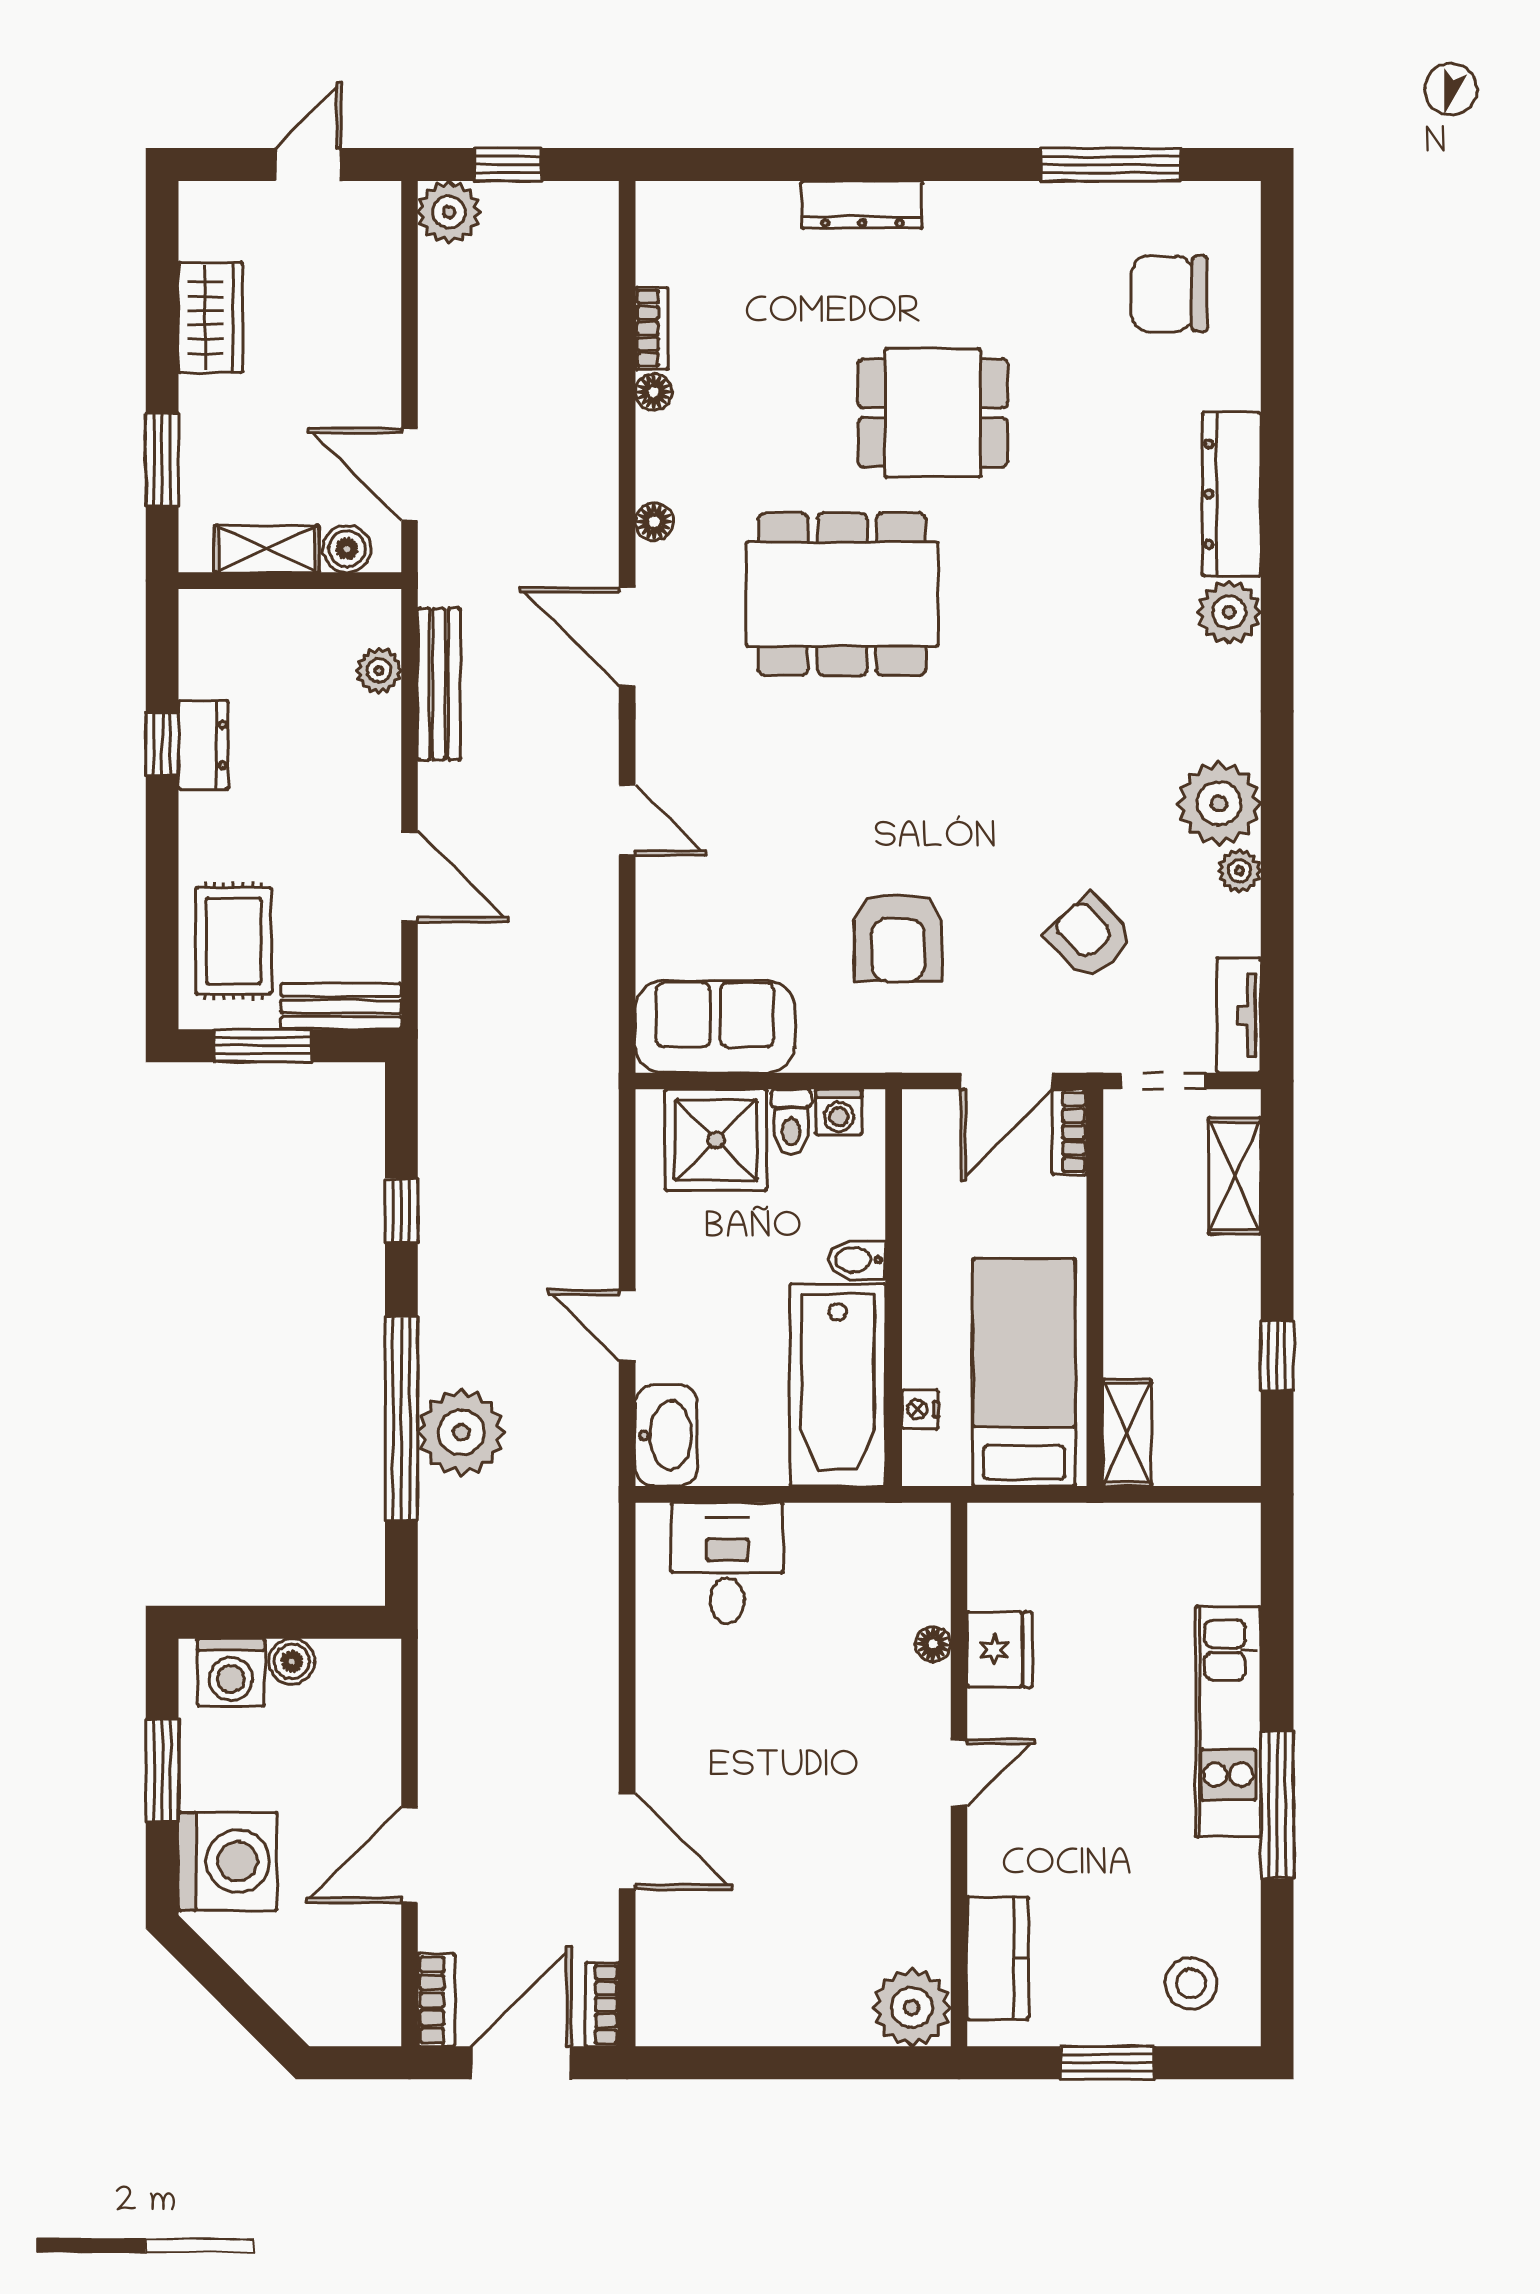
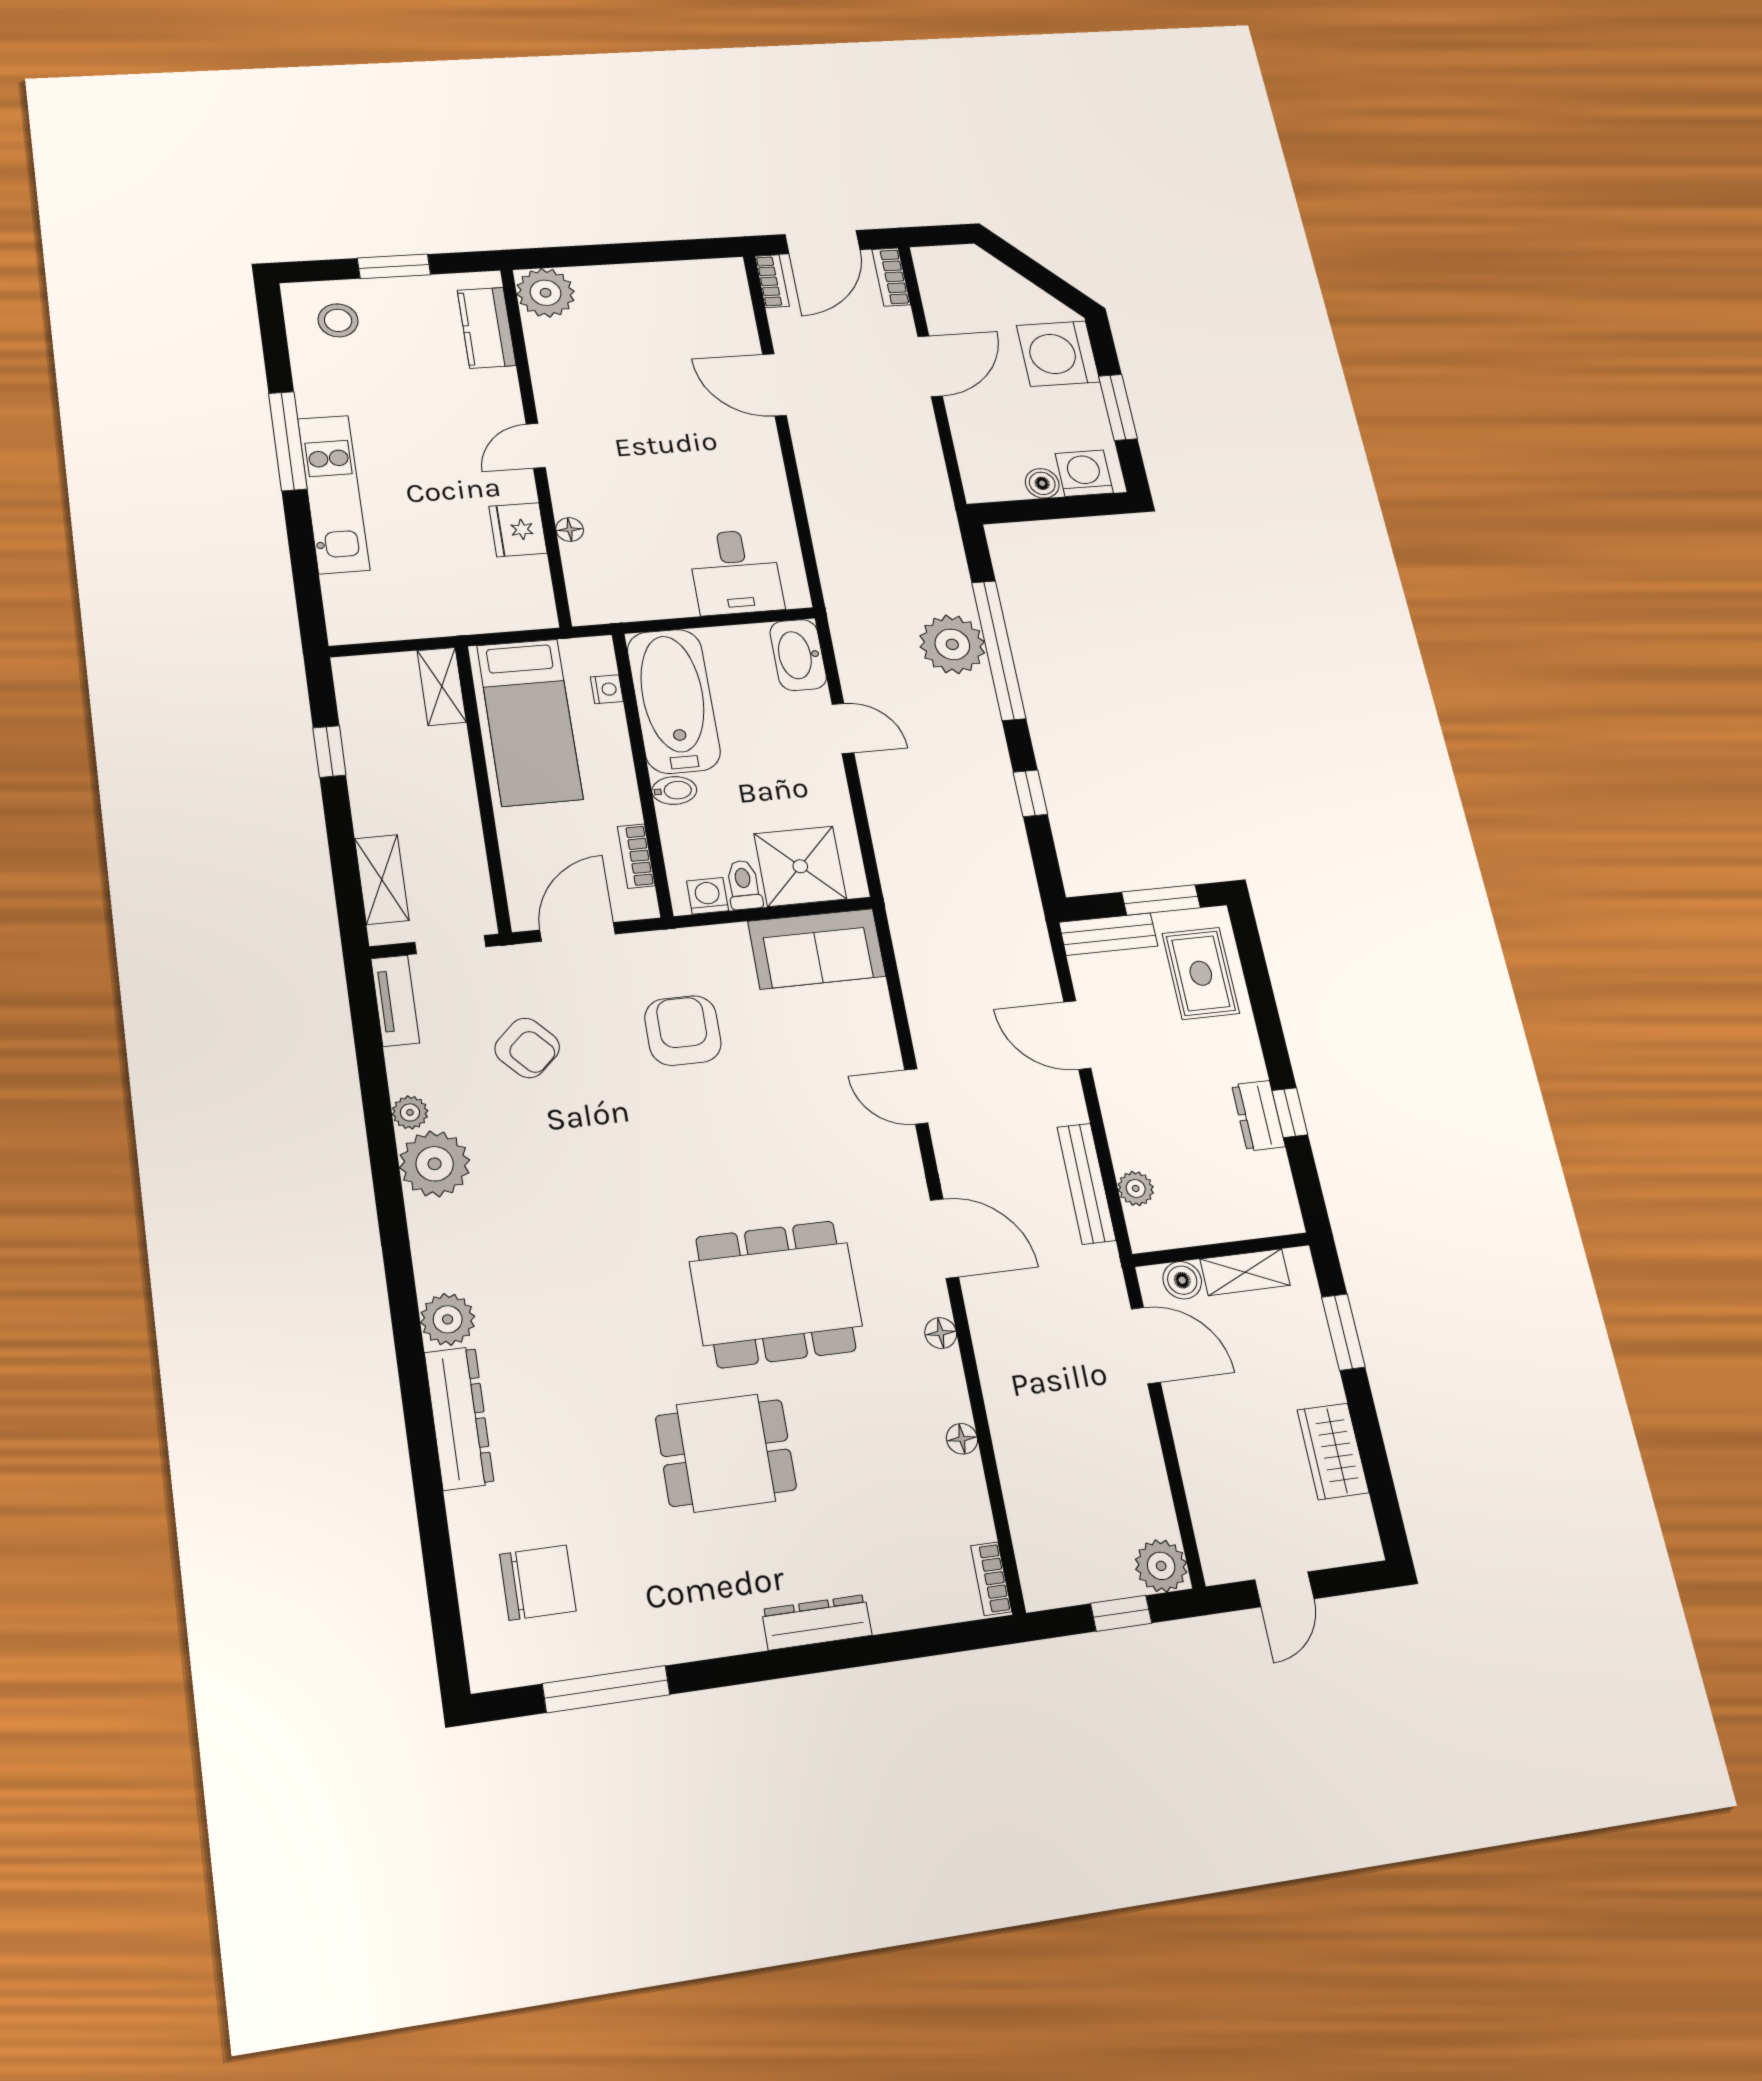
bookcase: (652, 328) -> (991, 1579), moved
bookcase: (1070, 1132) -> (636, 856), moved, turned 180

